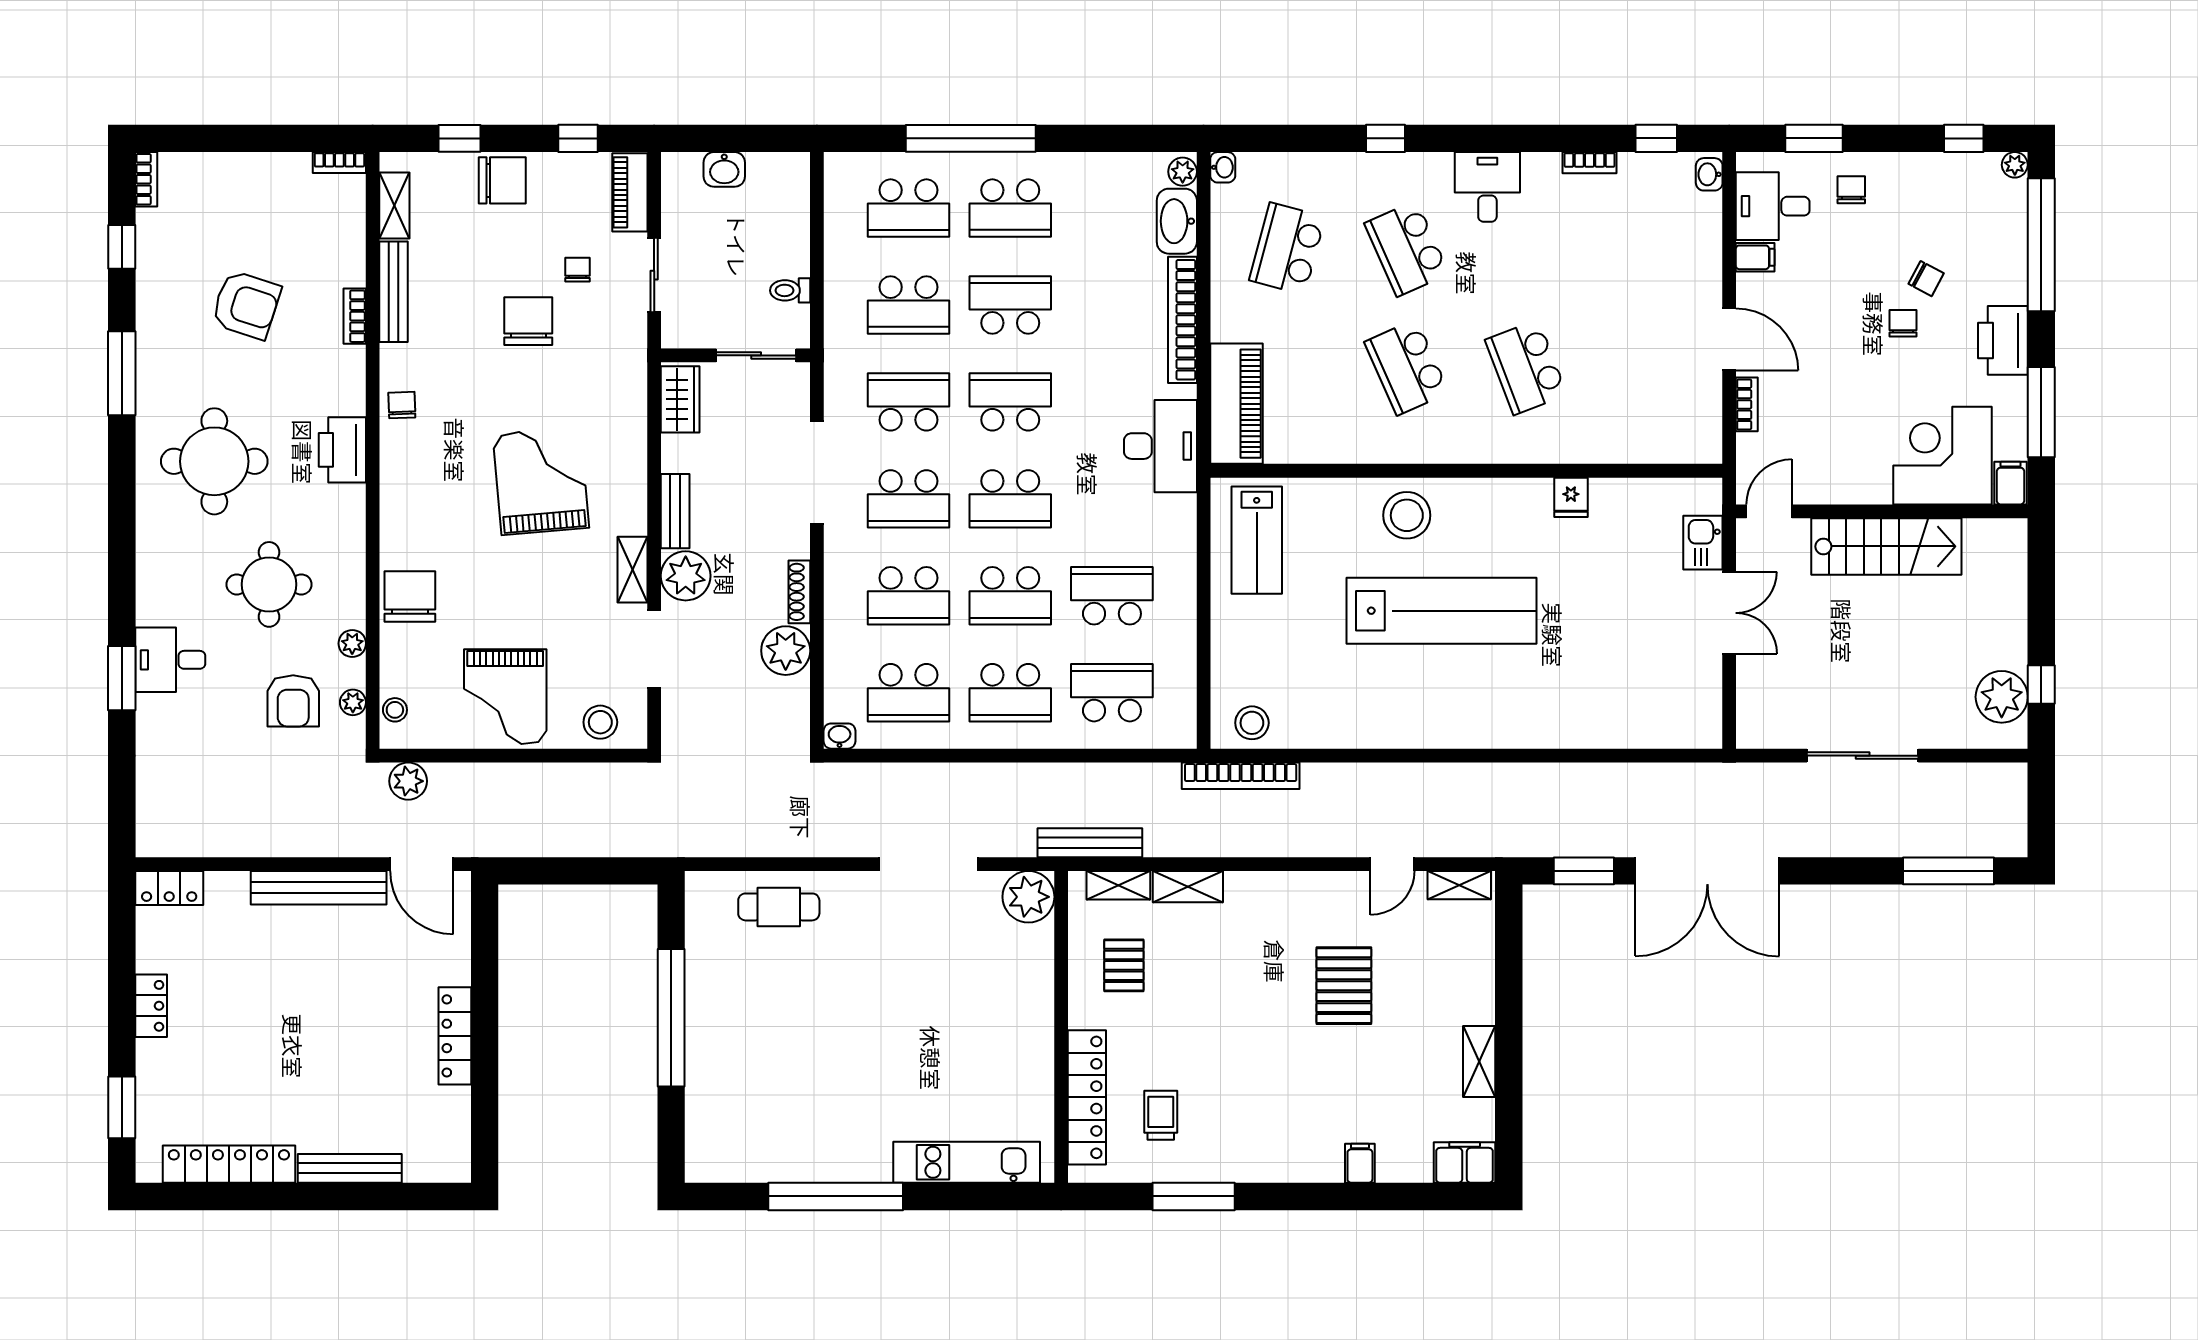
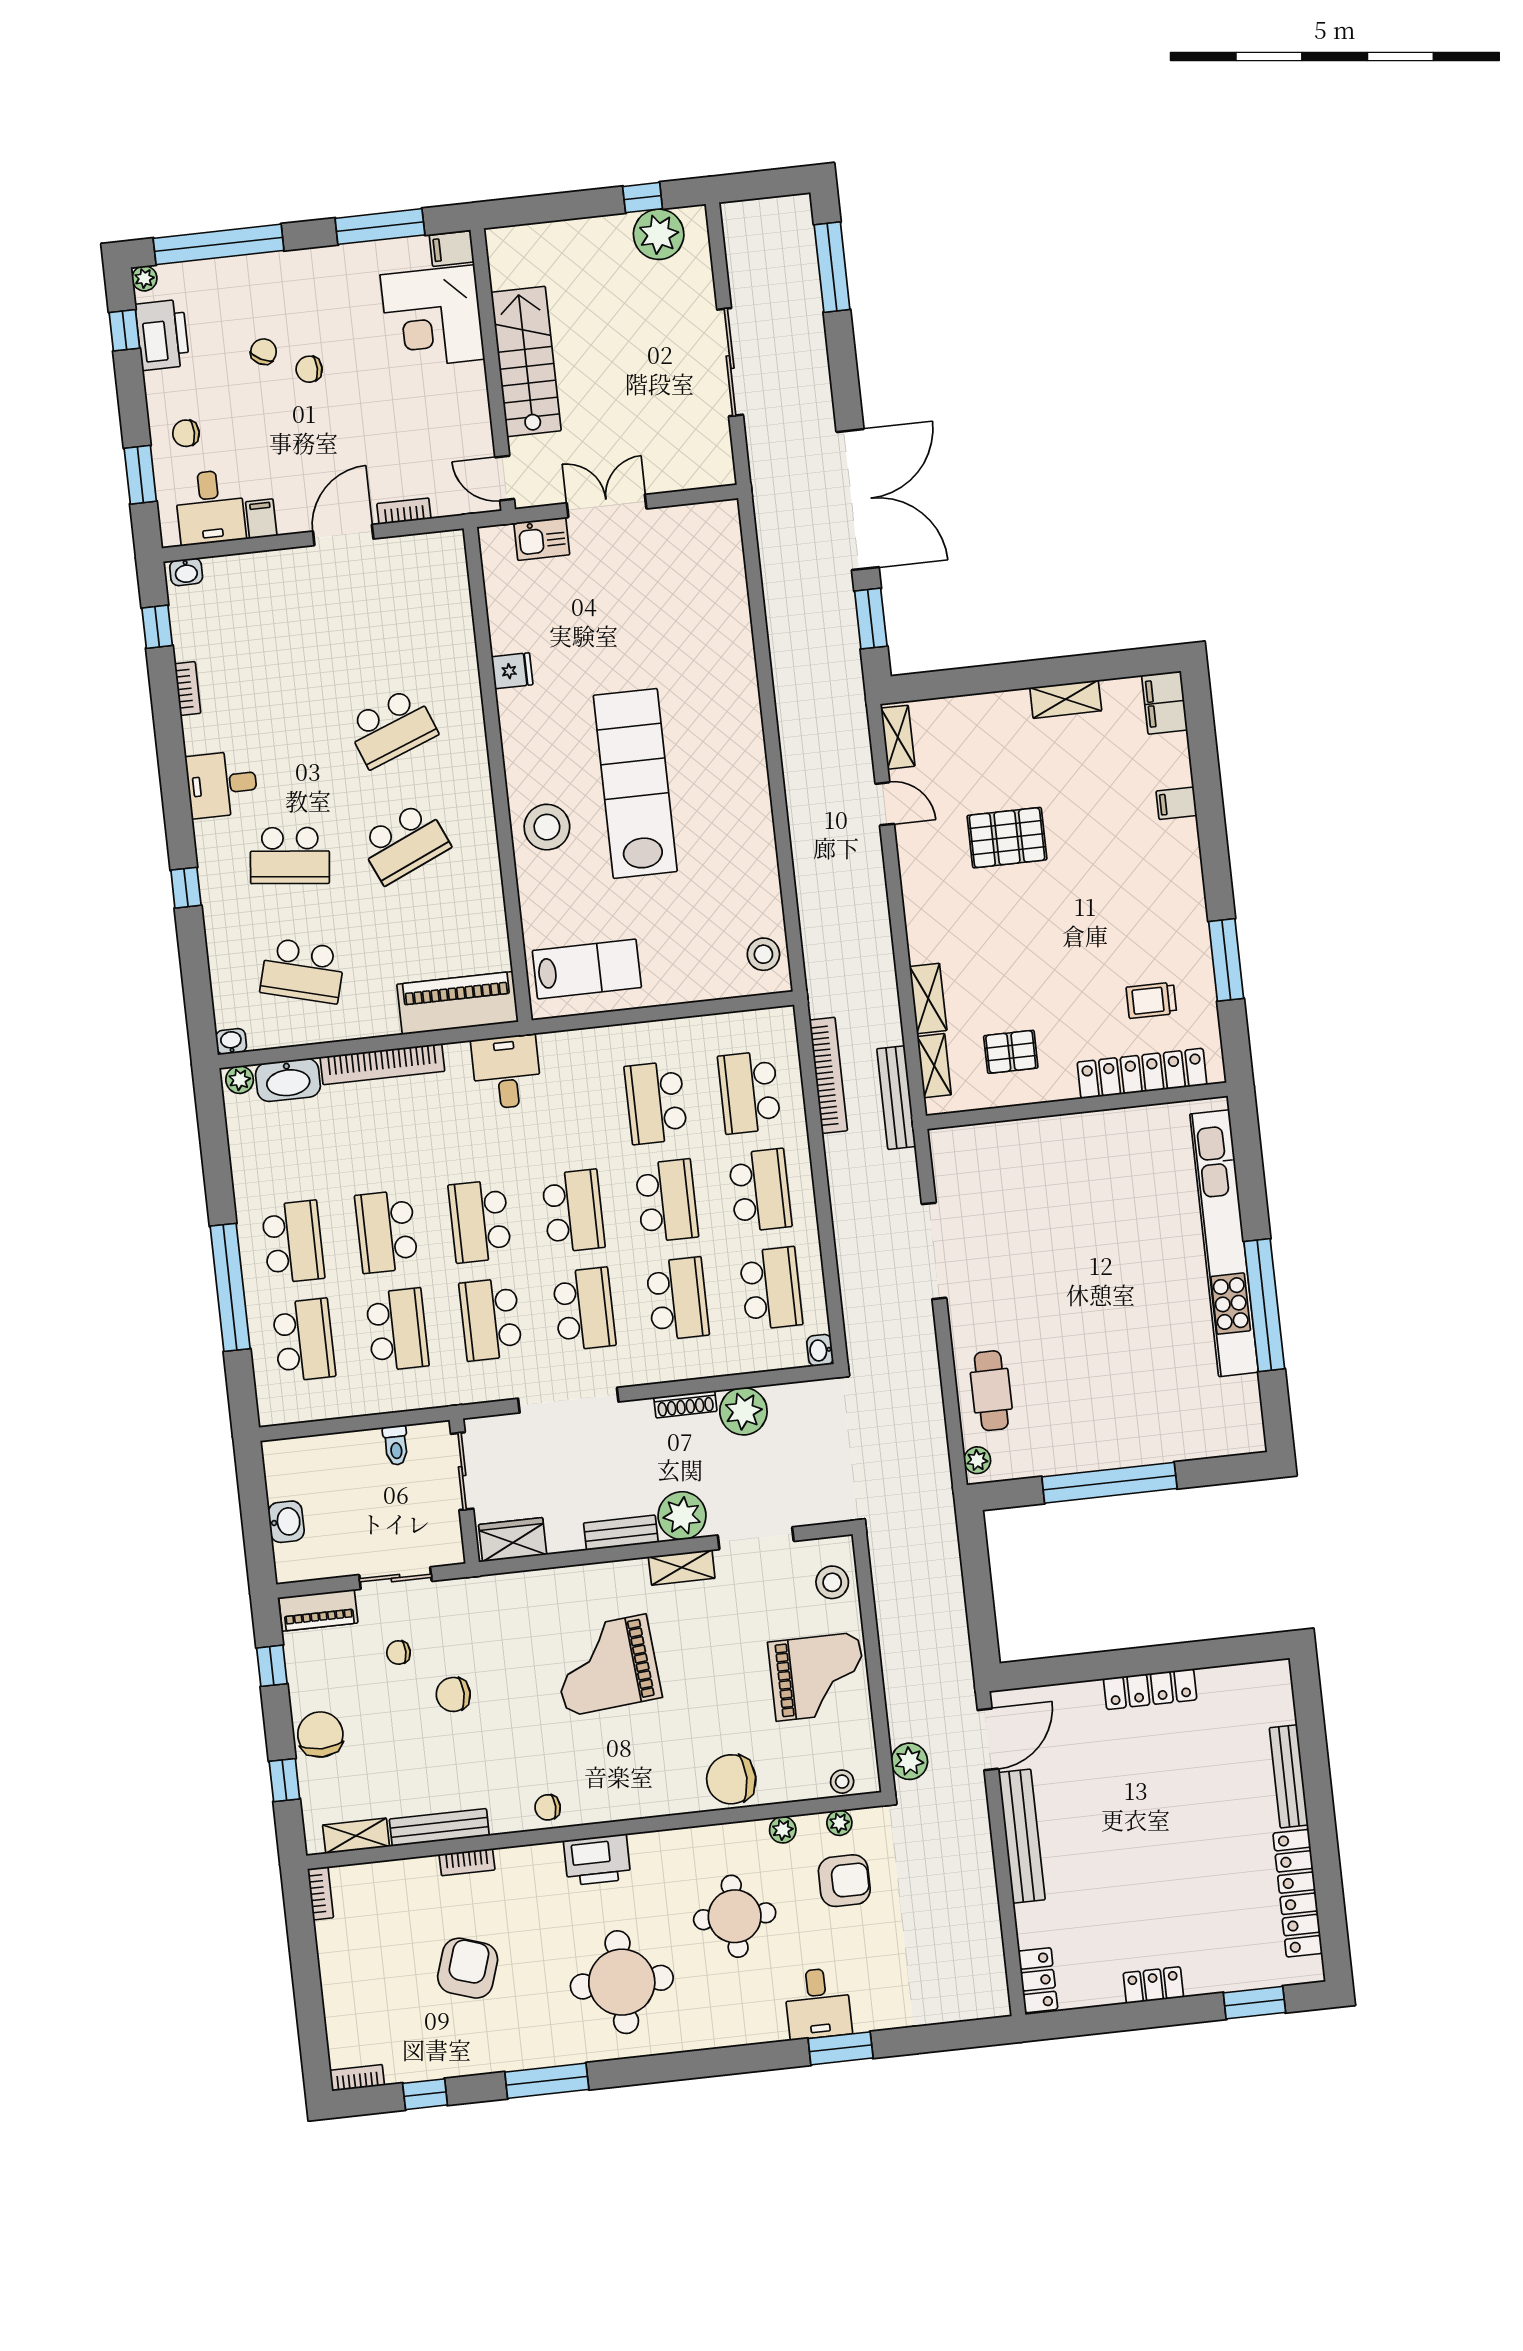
school desk: (1407, 249) -> (290, 856), turned 30
chair: (528, 321) -> (453, 1694), width x0.73, depth x0.73
printer: (2003, 340) -> (162, 335), moved, turned -90
desk: (1160, 446) -> (506, 1072), width x0.73
bookcase: (1241, 776) -> (828, 1075), moved
plant: (1028, 897) -> (977, 1460), moved, width x0.53, depth x0.53
kitchen unit: (967, 1162) -> (1224, 1243), width x1.86

